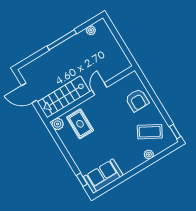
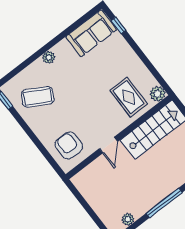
armchair: (137, 100) -> (69, 145), moved
plant: (149, 155) -> (49, 57), moved

